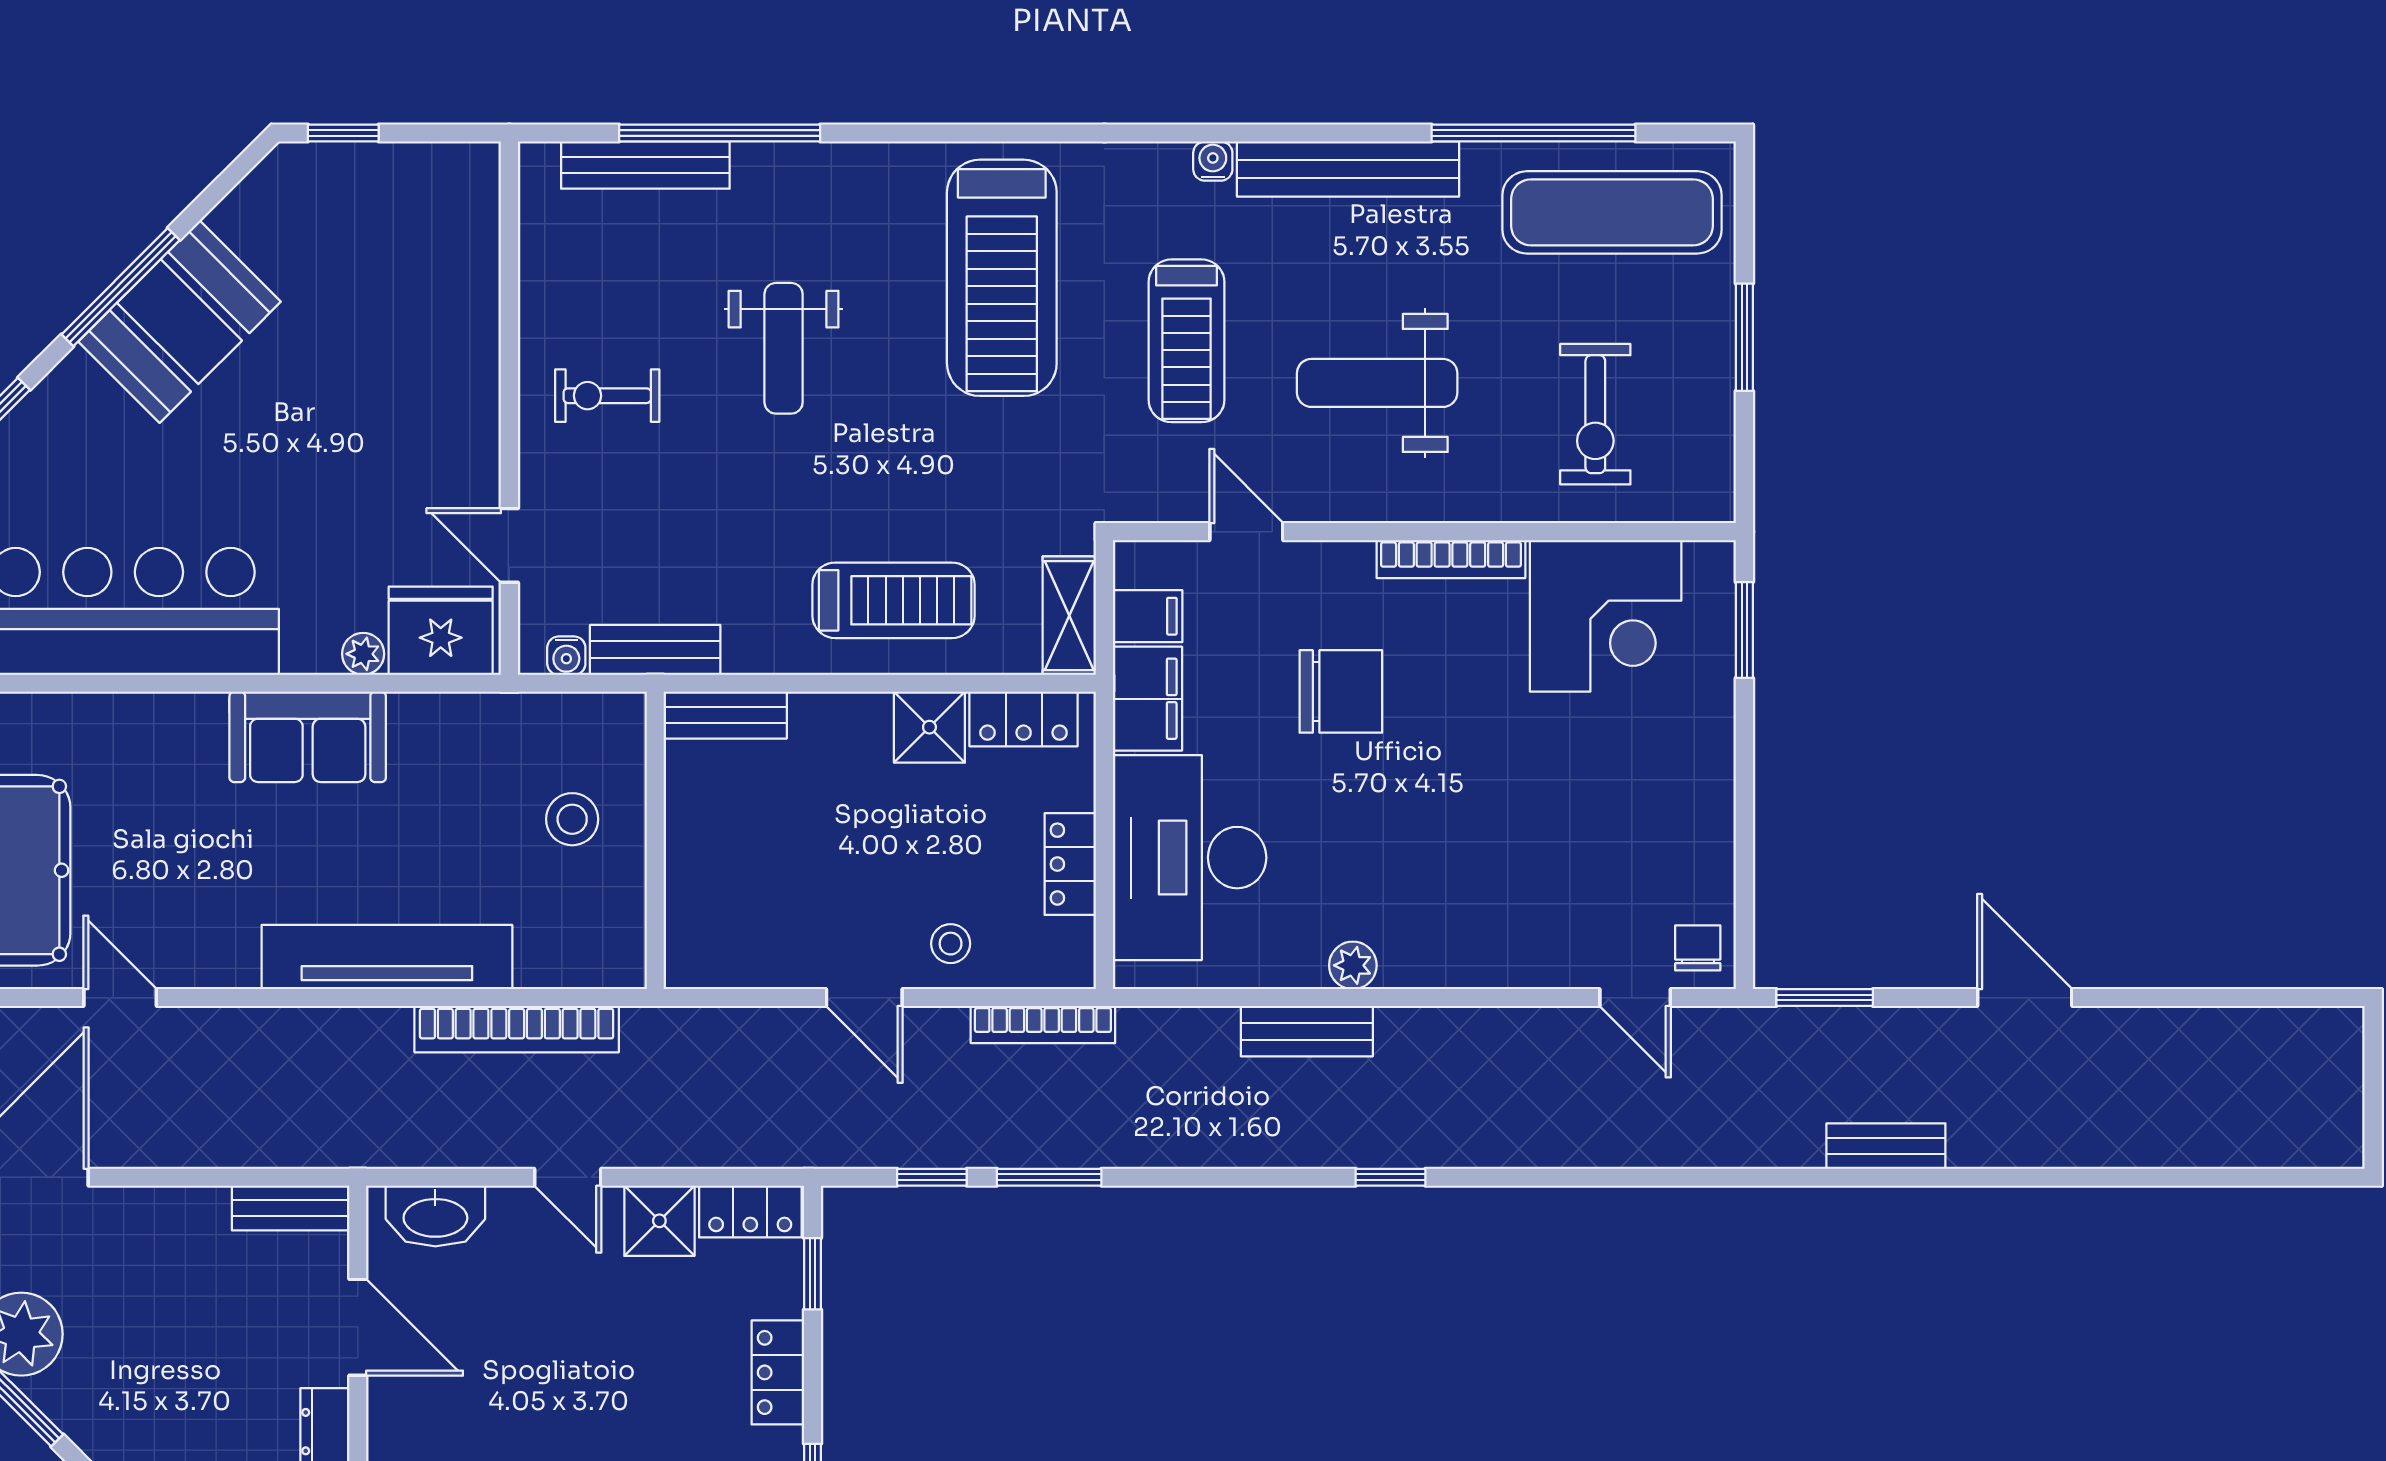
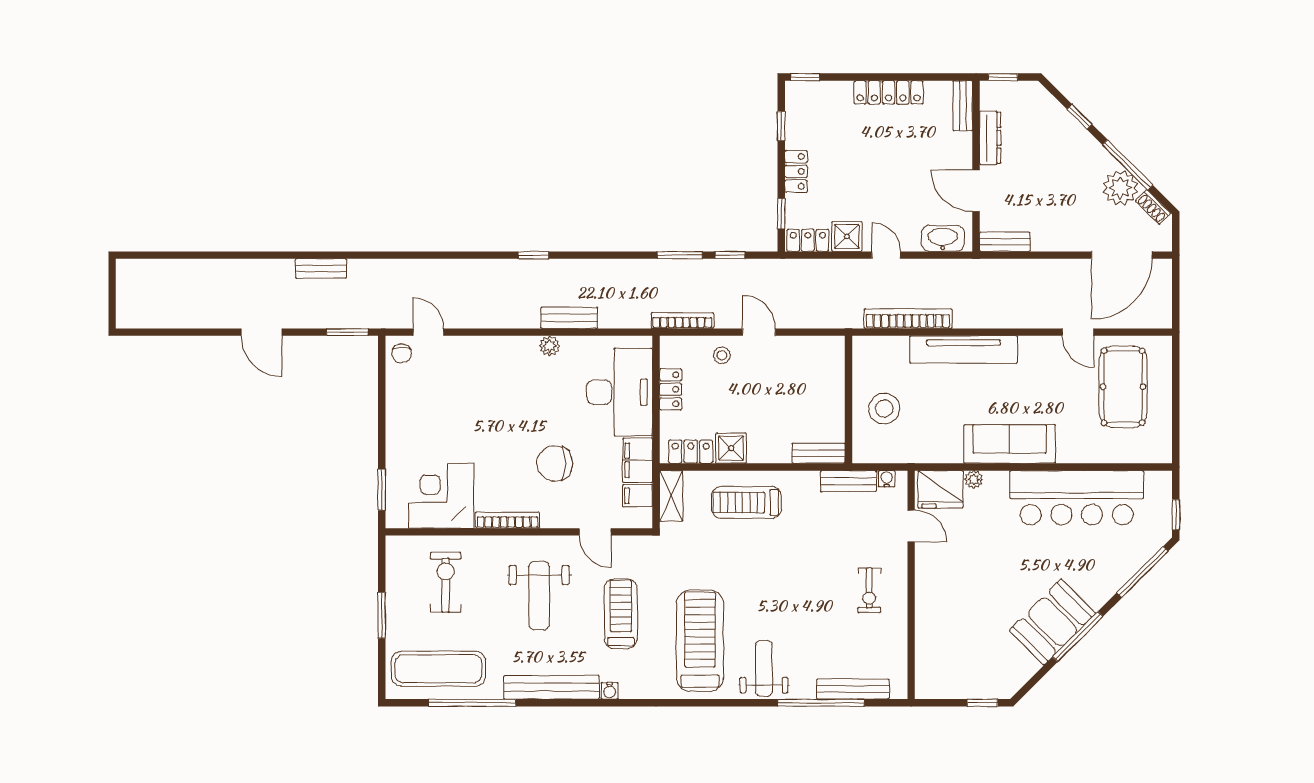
weight bench: (784, 348) -> (764, 668), moved
weight bench: (1377, 383) -> (539, 596), turned 90
exercise bike: (607, 396) -> (869, 590), turned 90
sofa: (308, 737) -> (1010, 444), width x1.36
stool: (572, 819) -> (884, 409), width x1.38, depth x1.38

